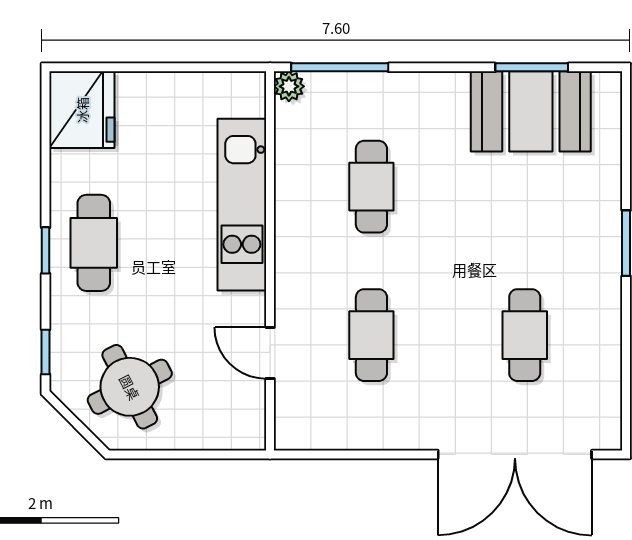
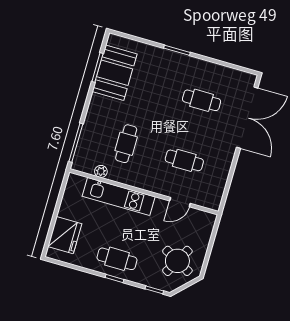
plant: (289, 86) -> (101, 171), moved
fridge: (82, 110) -> (65, 235), moved, turned 90
cafe table: (371, 187) -> (126, 144), turned 90
round table: (130, 387) -> (177, 261), turned -34

